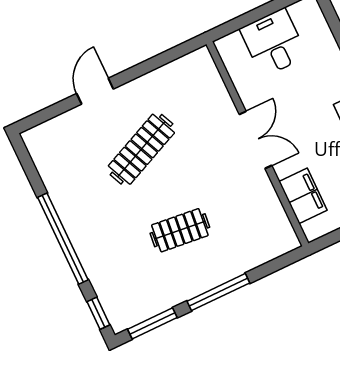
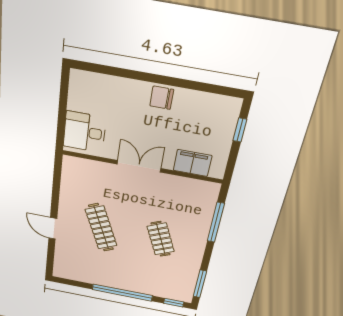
desk: (273, 43) -> (85, 132), moved
clothes rail: (180, 230) -> (161, 239), turned -30
window: (218, 292) -> (216, 222), moved

